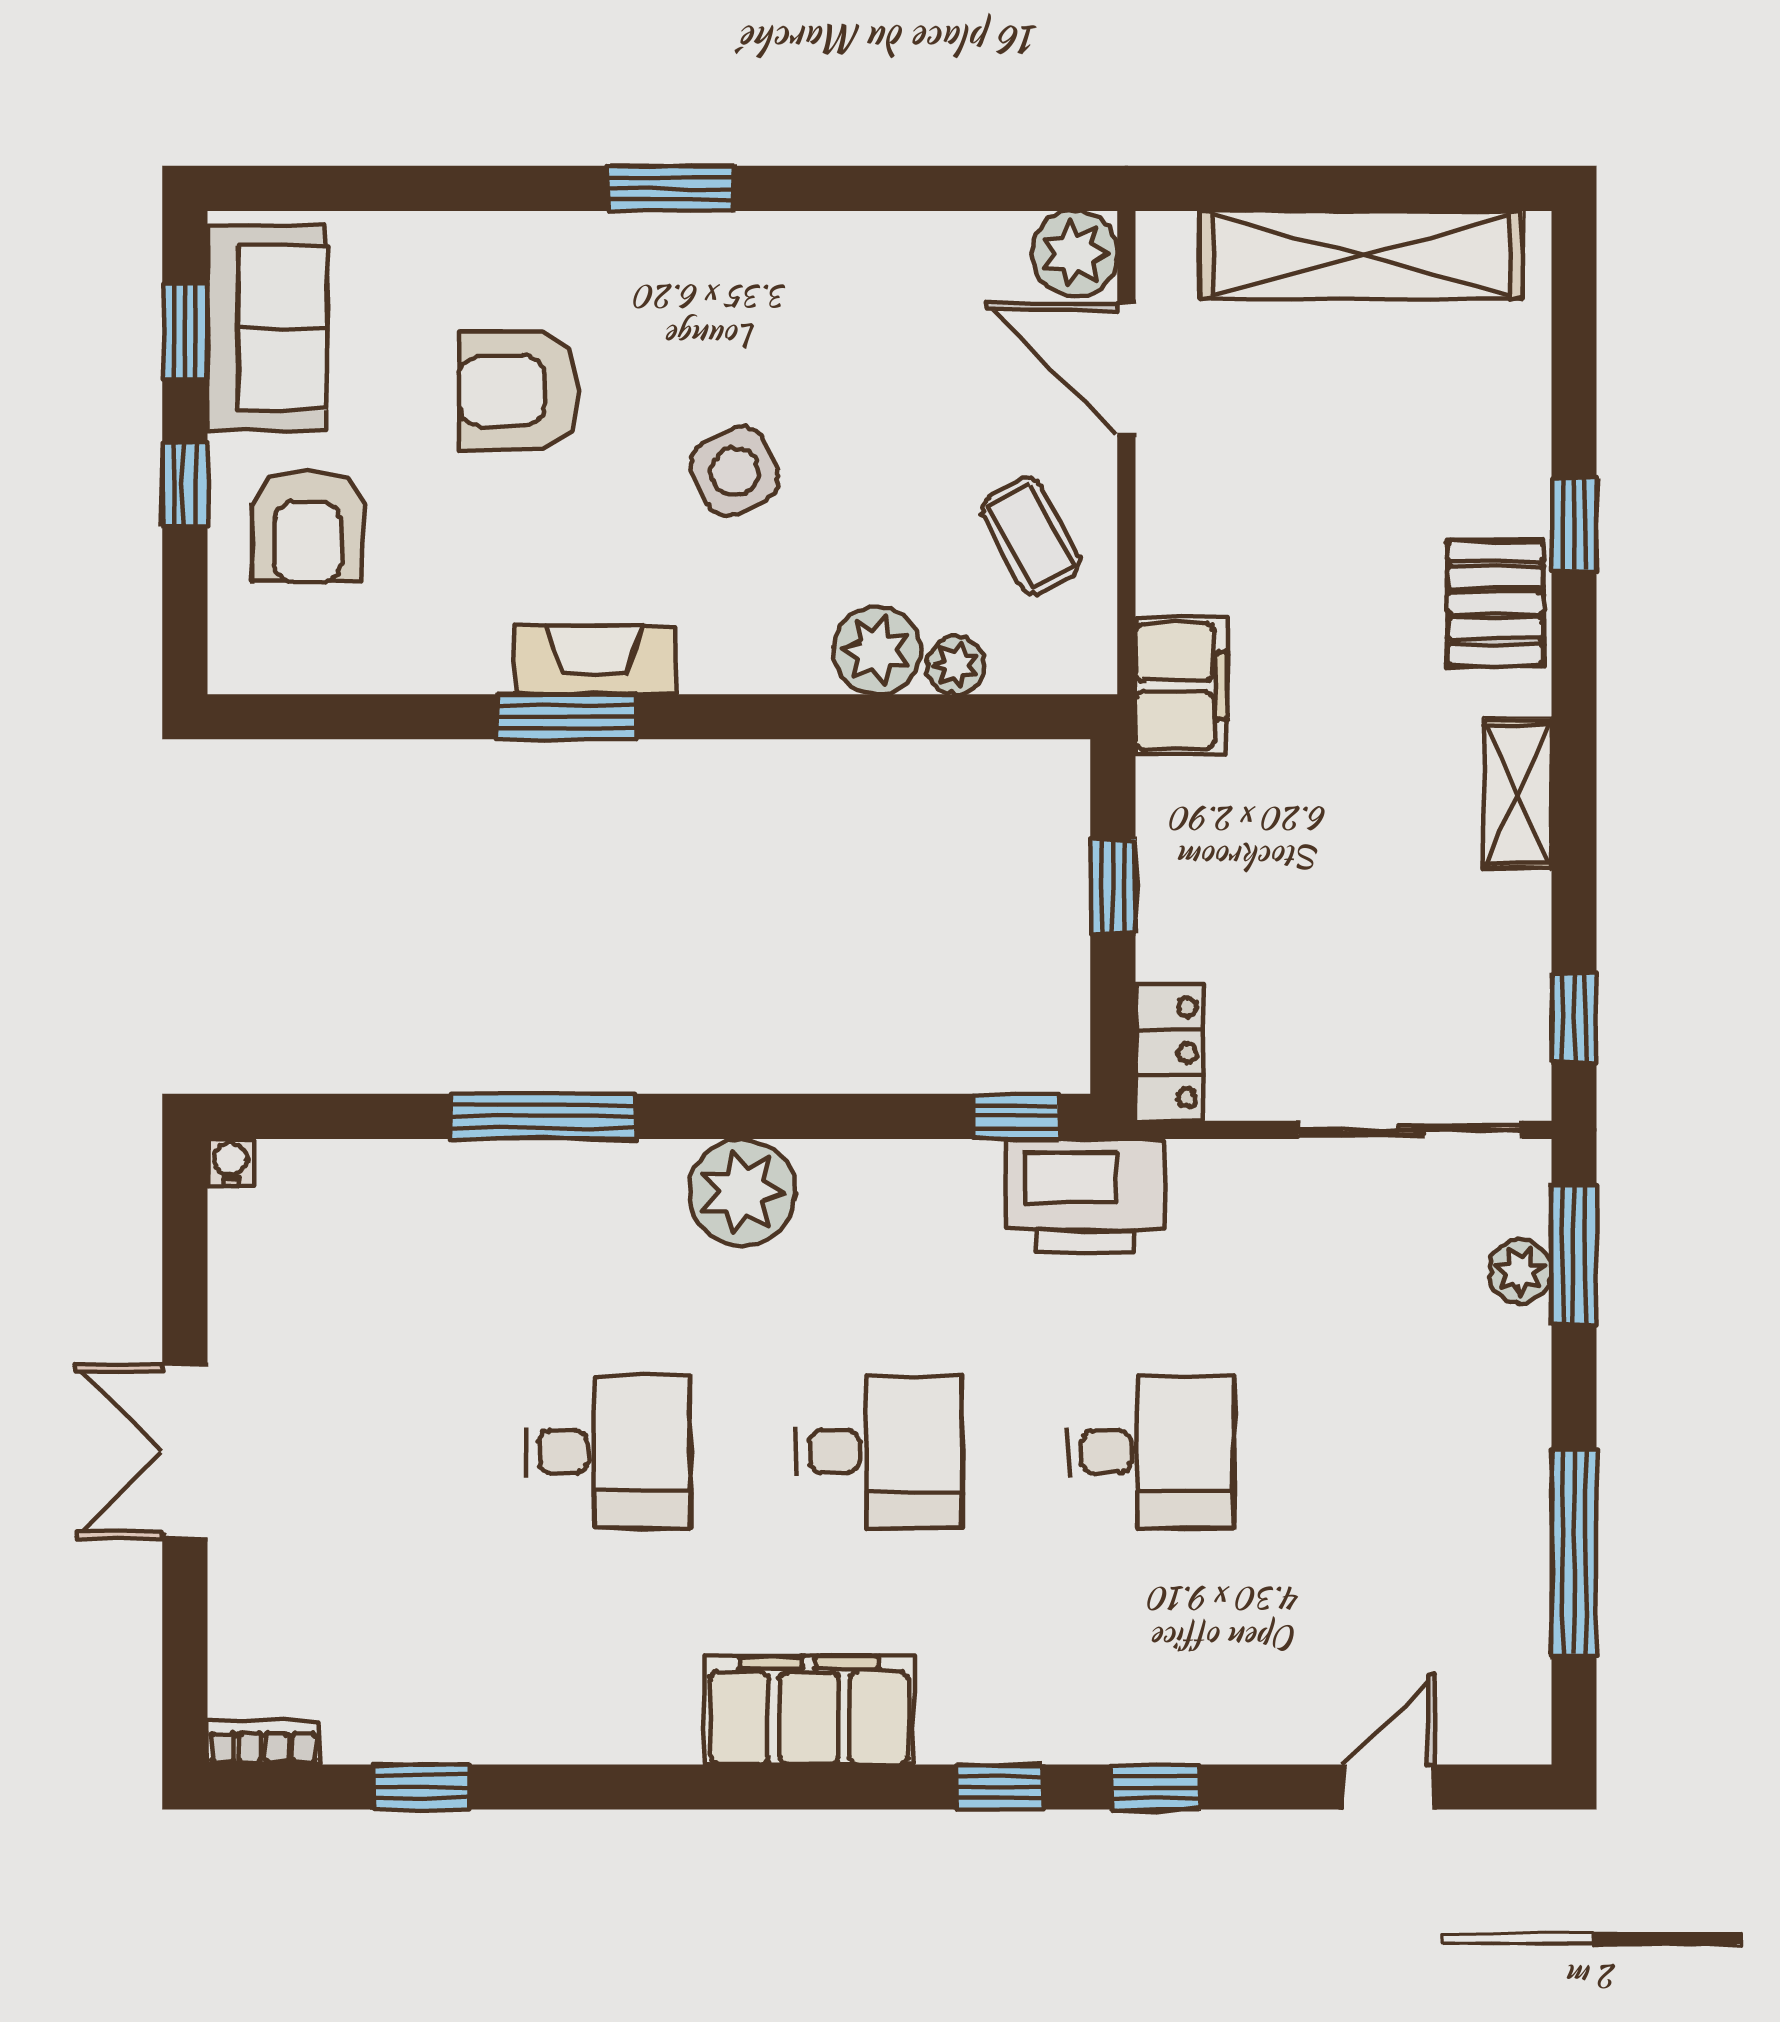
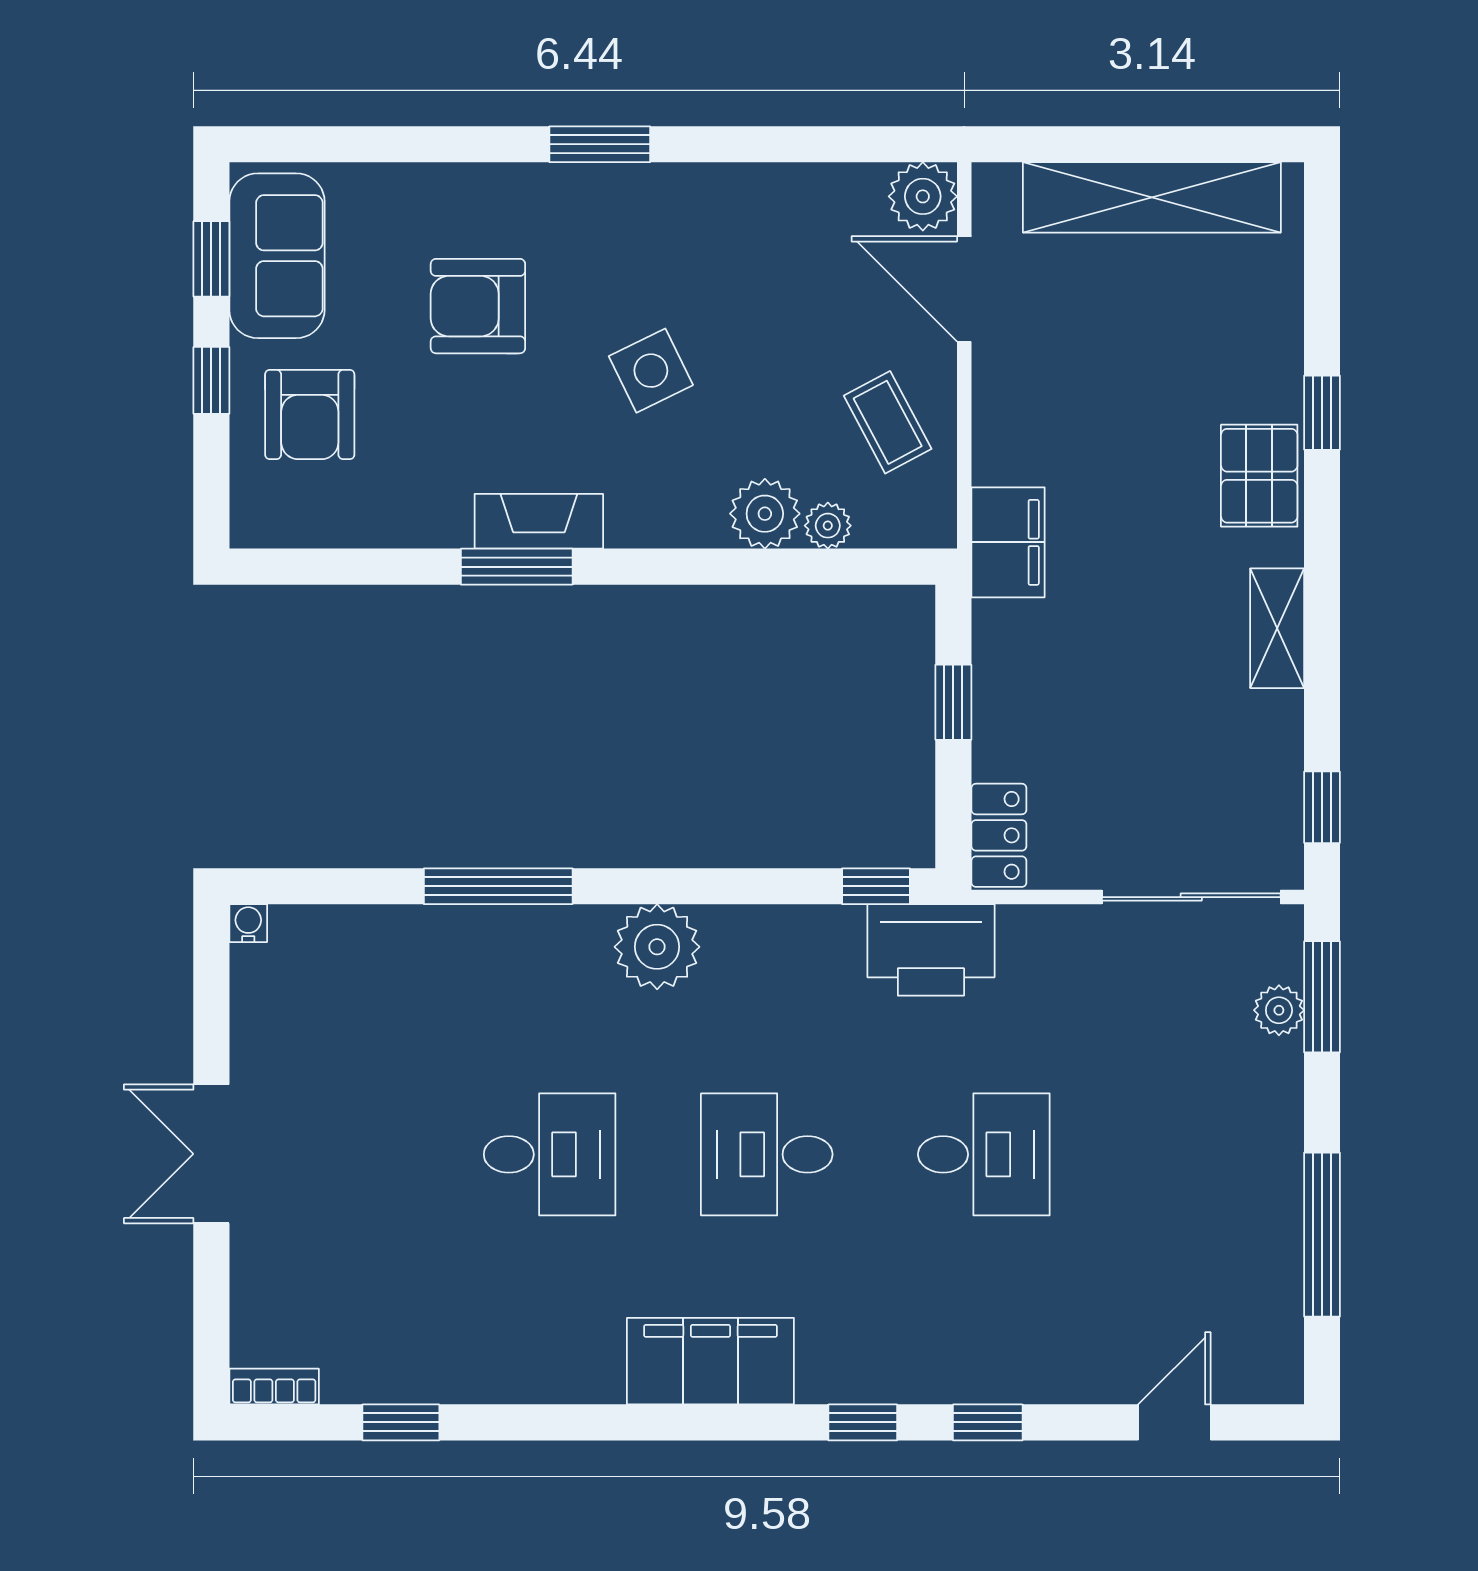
desk: (879, 1452) -> (767, 1154), turned 180

